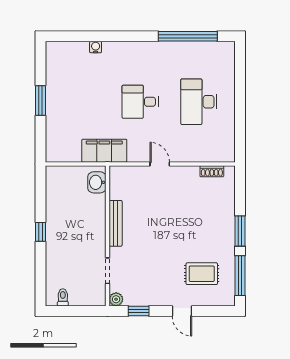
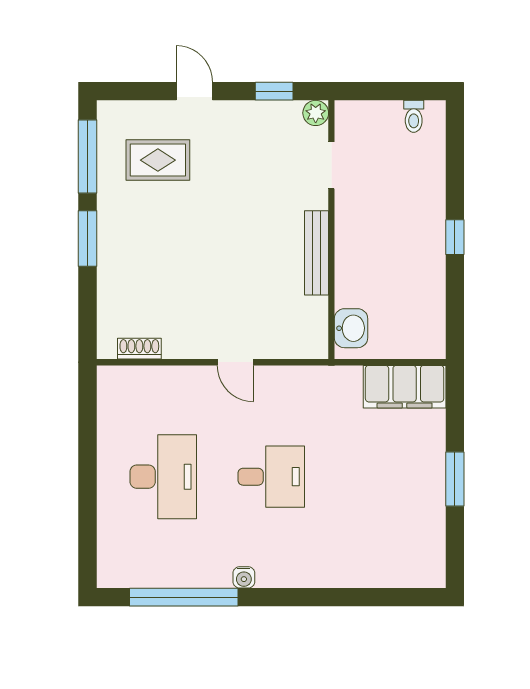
water cooler: (96, 47) -> (244, 577), moved
filing cabinet: (104, 151) -> (405, 387), moved

